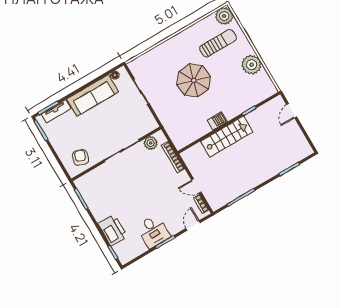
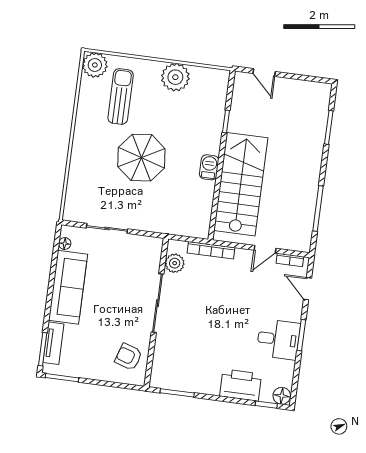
stairs: (227, 137) -> (241, 184), width x1.36, depth x1.51
floor lamp: (124, 257) -> (282, 396), added

